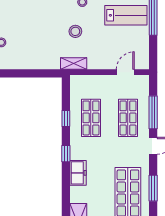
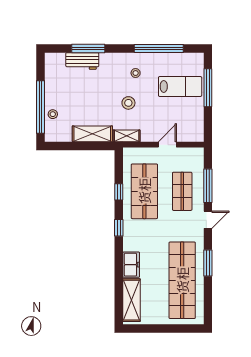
shelving: (40, 62) -> (92, 134), added
door: (125, 72) -> (167, 145), moved
shop shelf: (91, 118) -> (144, 191), width x1.43, depth x1.36
freezer: (78, 173) -> (131, 265), moved

